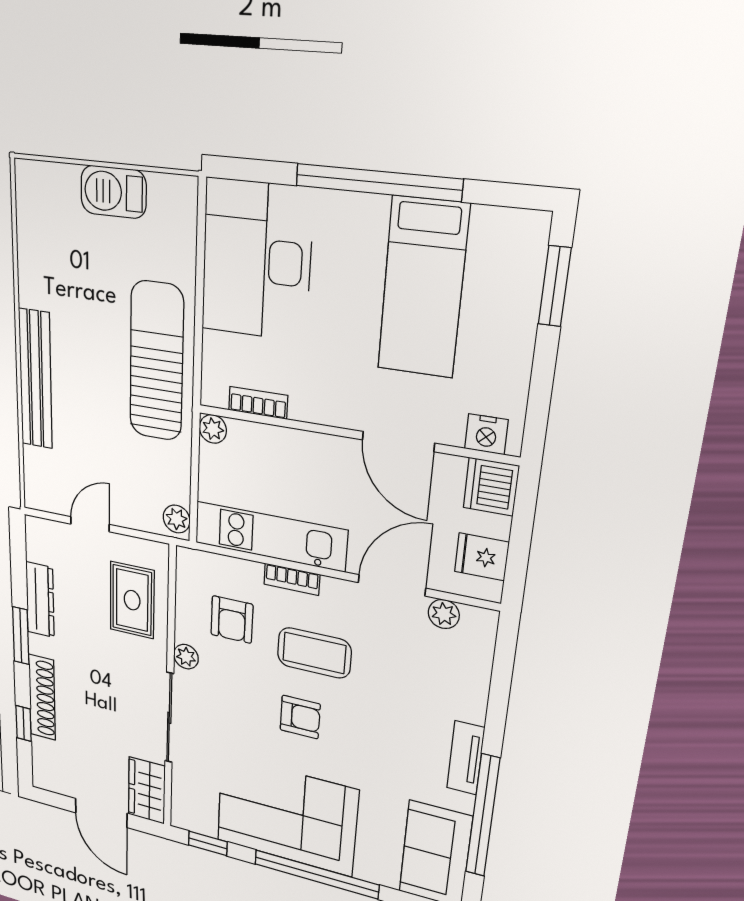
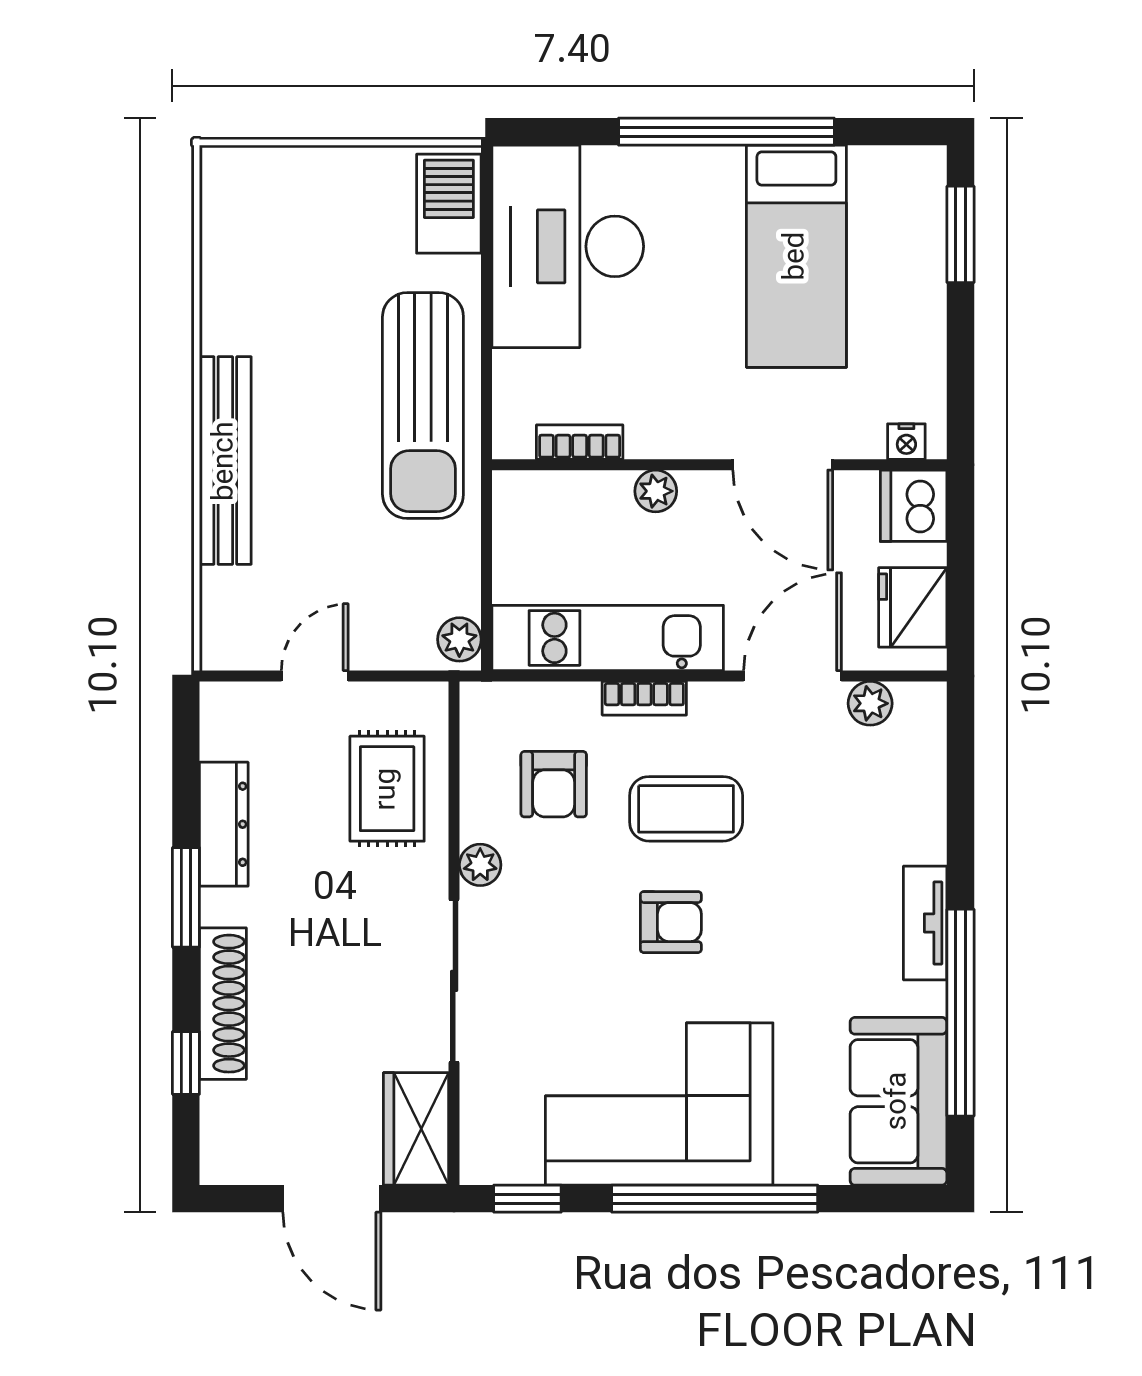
barbecue: (113, 192) -> (449, 204), moved, turned 90
sun lounger: (156, 362) -> (423, 406), turned 180
plant: (213, 429) -> (656, 491), moved
nightstand: (486, 434) -> (906, 442), width x0.72, depth x0.74
fridge: (482, 557) -> (913, 607), width x1.38

